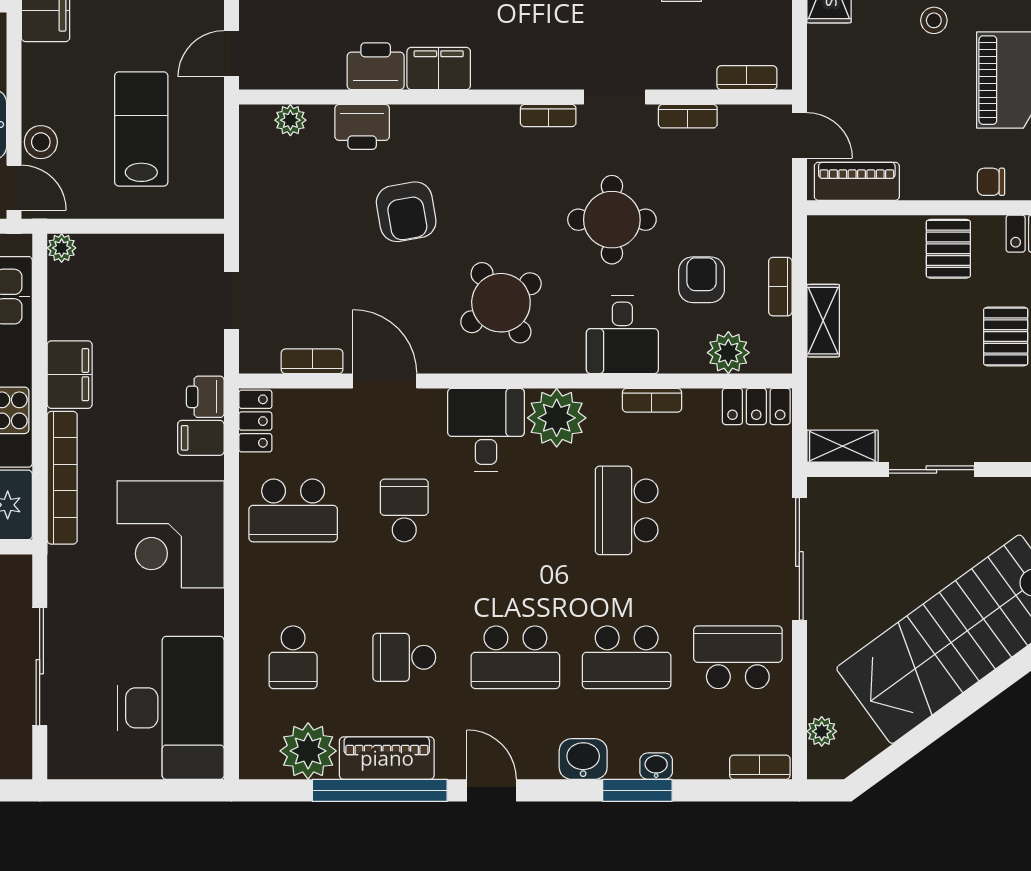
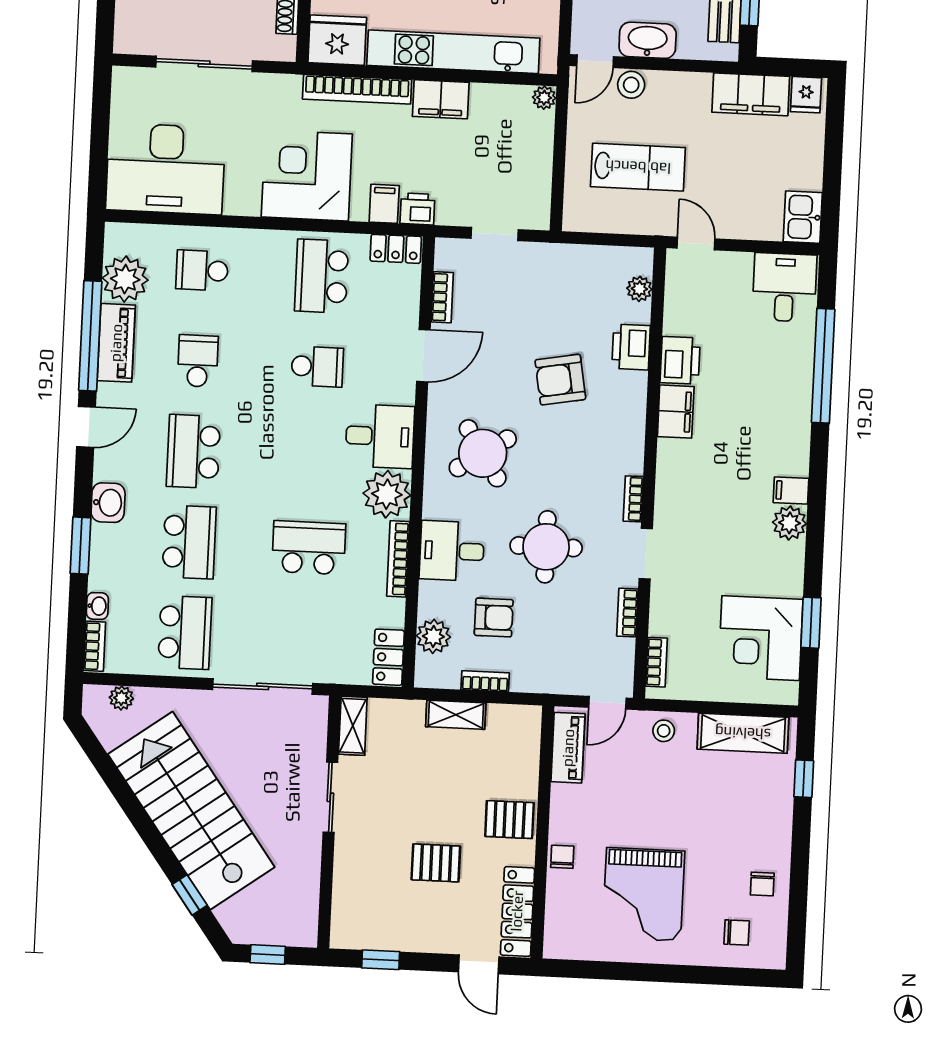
stool: (934, 20) -> (664, 731), moved
bookcase: (652, 400) -> (398, 559), width x1.56
school desk: (627, 657) -> (189, 542), turned 180
washbasin: (656, 766) -> (97, 606), moved

